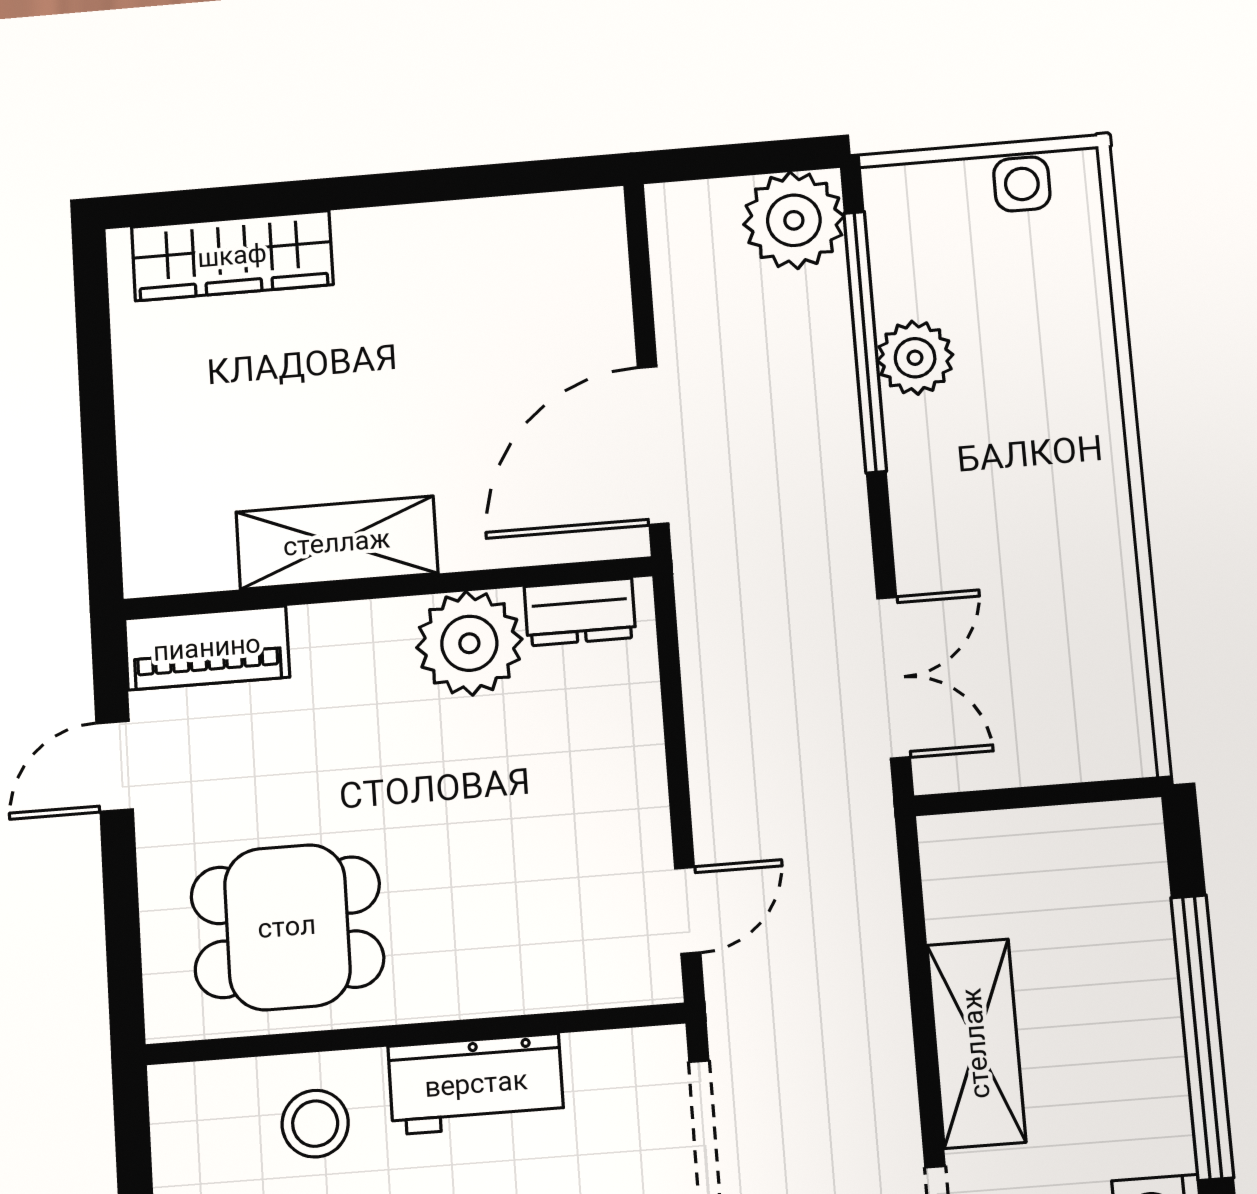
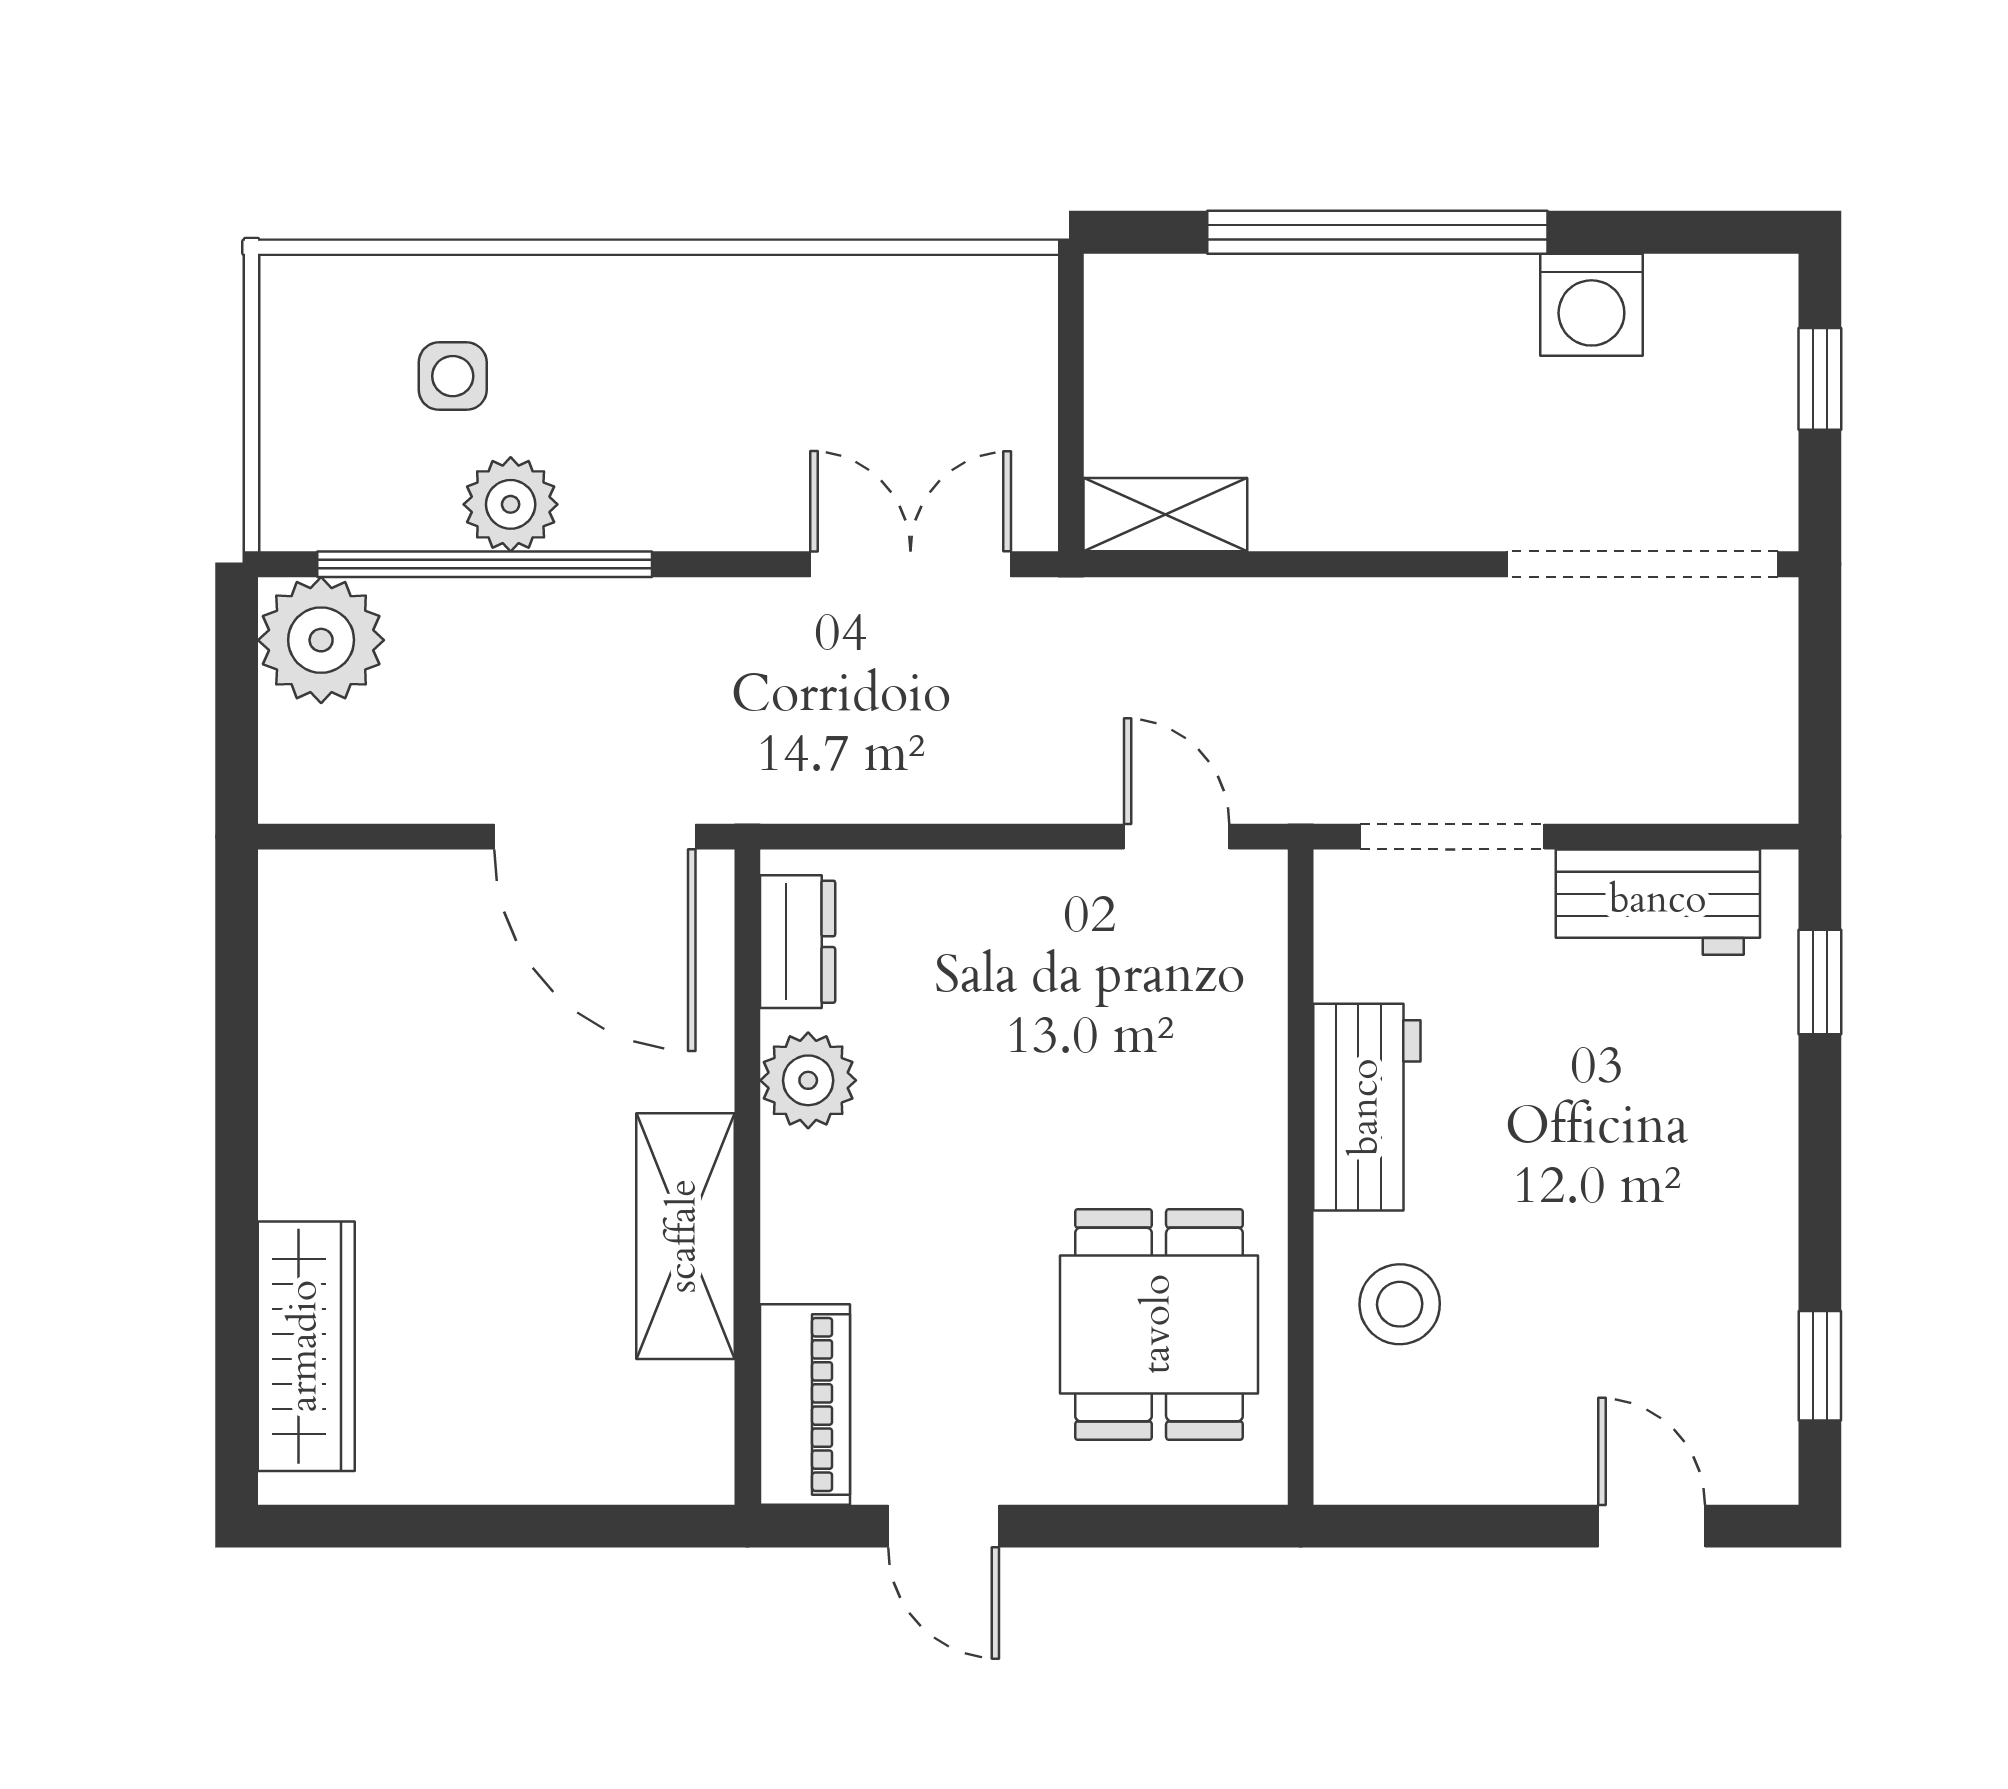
side table: (1022, 184) -> (453, 376), moved
plant: (469, 643) -> (808, 1080), width x0.73, depth x0.73
shelving: (976, 1043) -> (1165, 515), moved, width x0.67, depth x0.75

